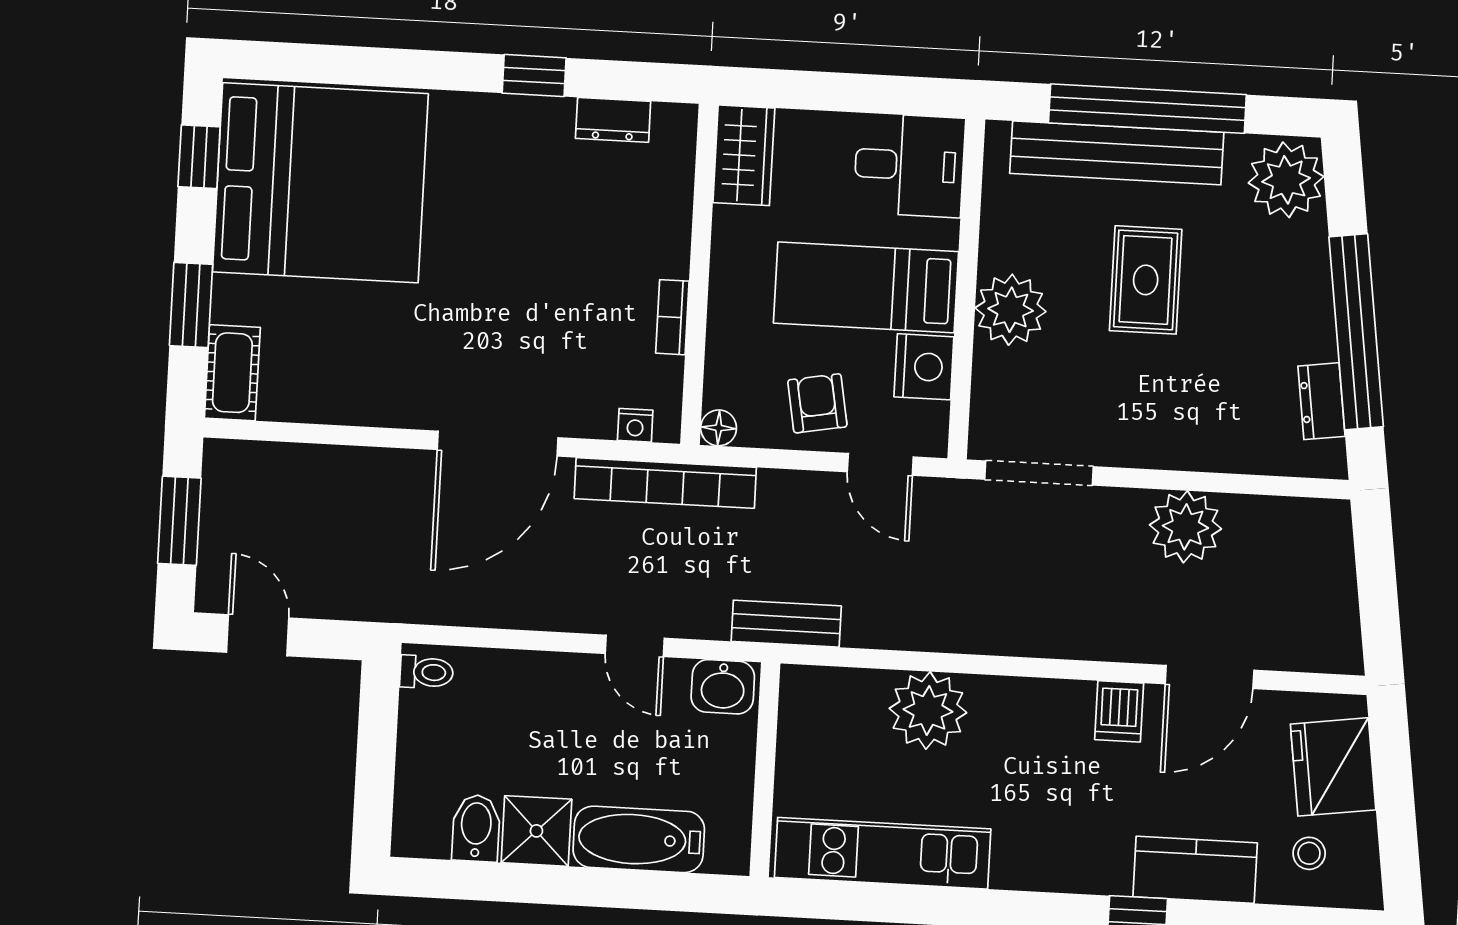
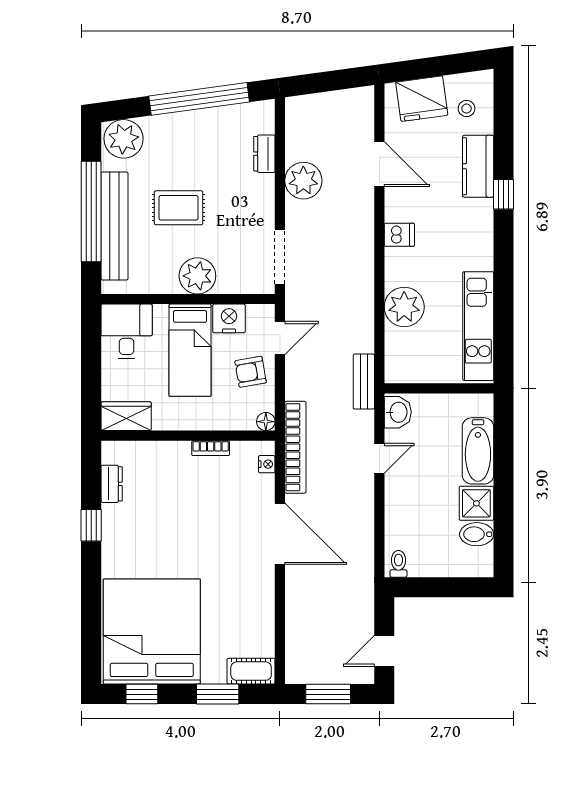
dresser: (1322, 401) -> (264, 154), moved, turned 98
dishwasher: (1119, 711) -> (399, 235), moved

